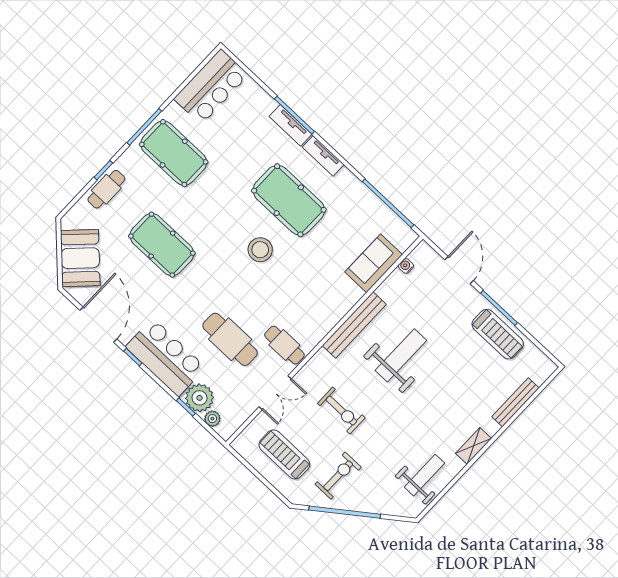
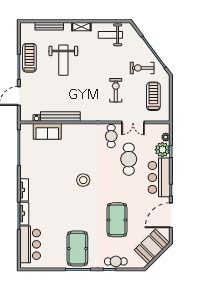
bar counter: (211, 87) -> (30, 244), moved, turned 90
pool table: (289, 200) -> (54, 187), removed
bench: (354, 325) -> (60, 116), moved
weight bench: (401, 355) -> (63, 60), moved, turned -90
double door: (275, 393) -> (133, 122), swing flipped
treadmill: (284, 454) -> (153, 96), turned 180

